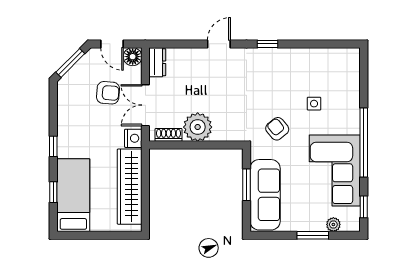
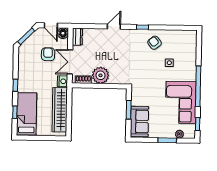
armchair: (108, 93) -> (48, 54), turned -94
armchair: (277, 129) -> (155, 43), moved
sofa: (265, 195) -> (139, 121), width x0.73

